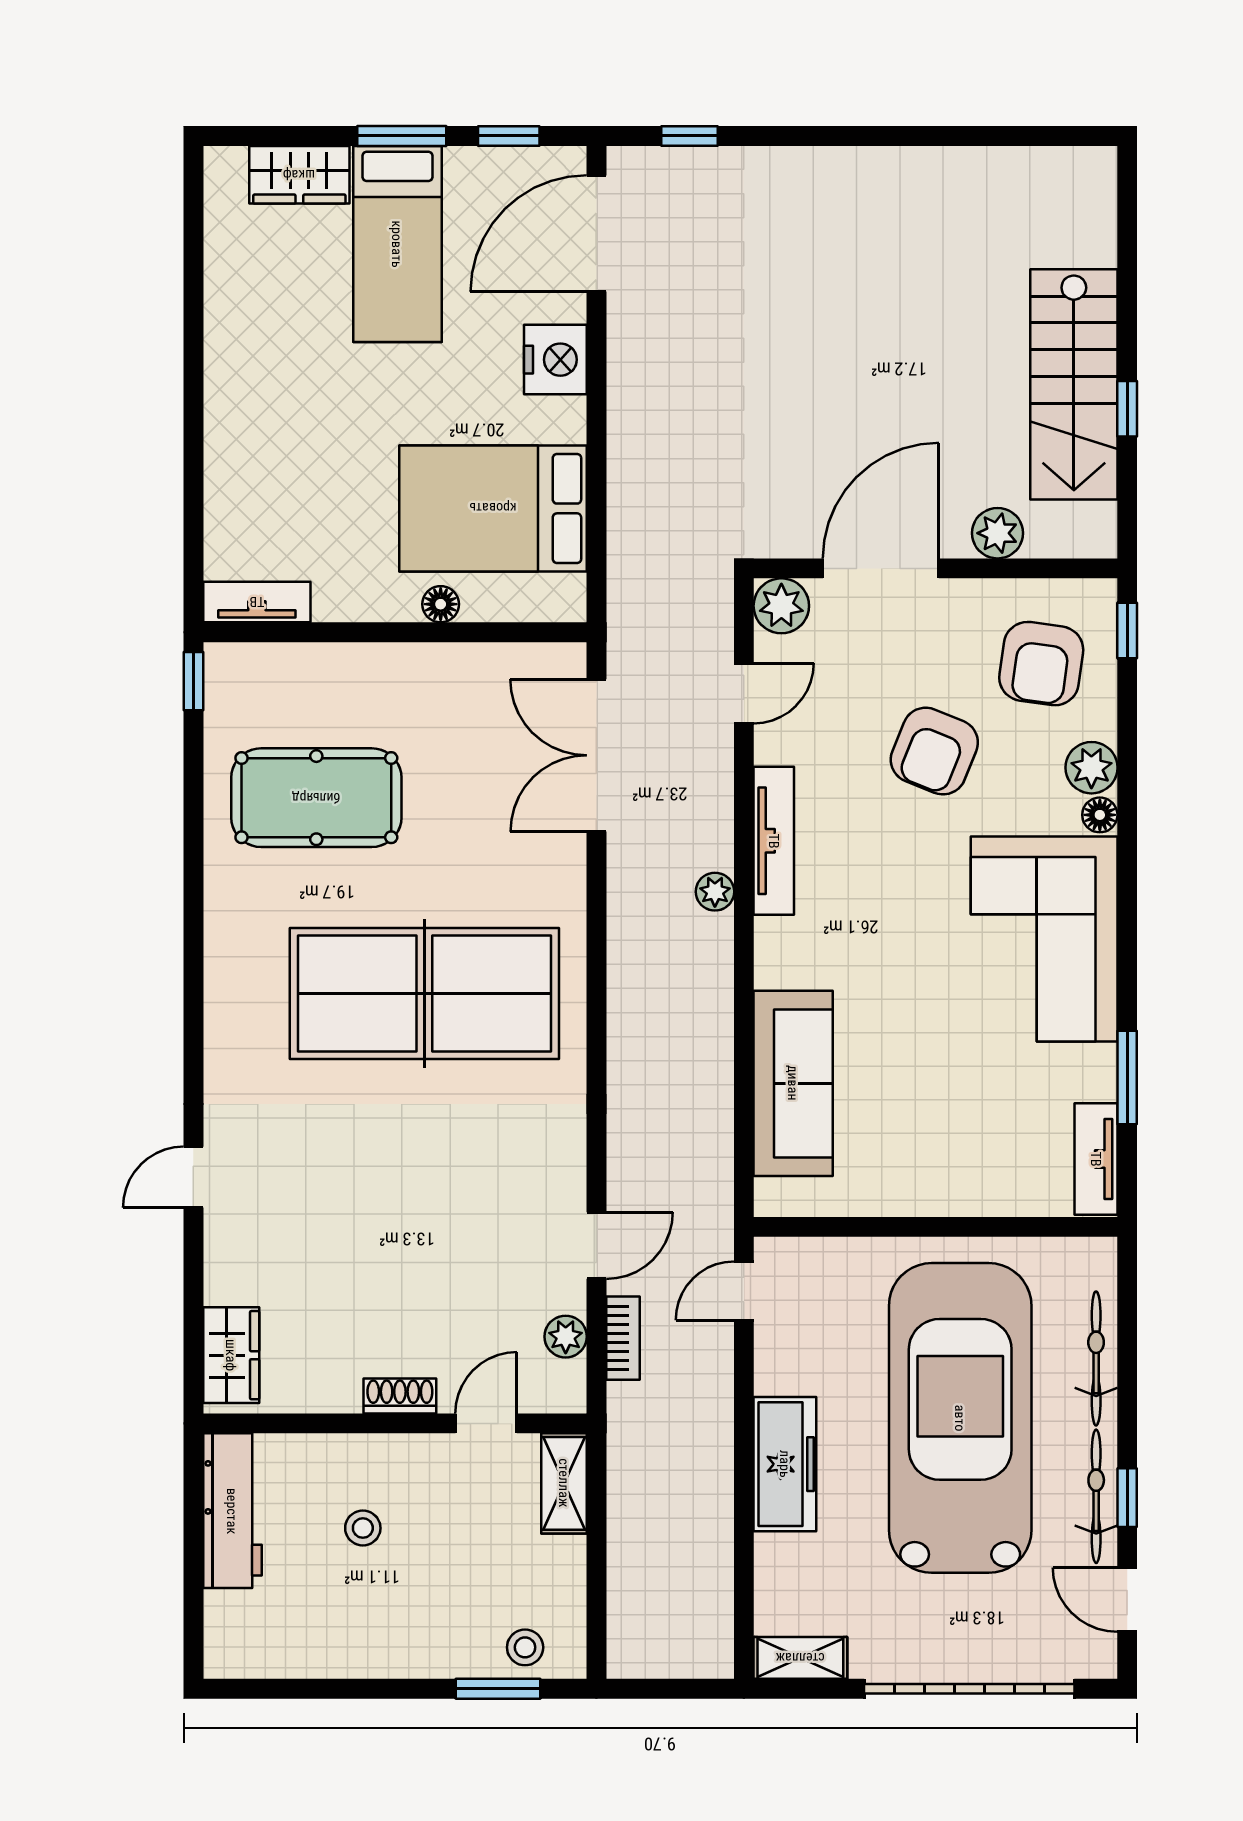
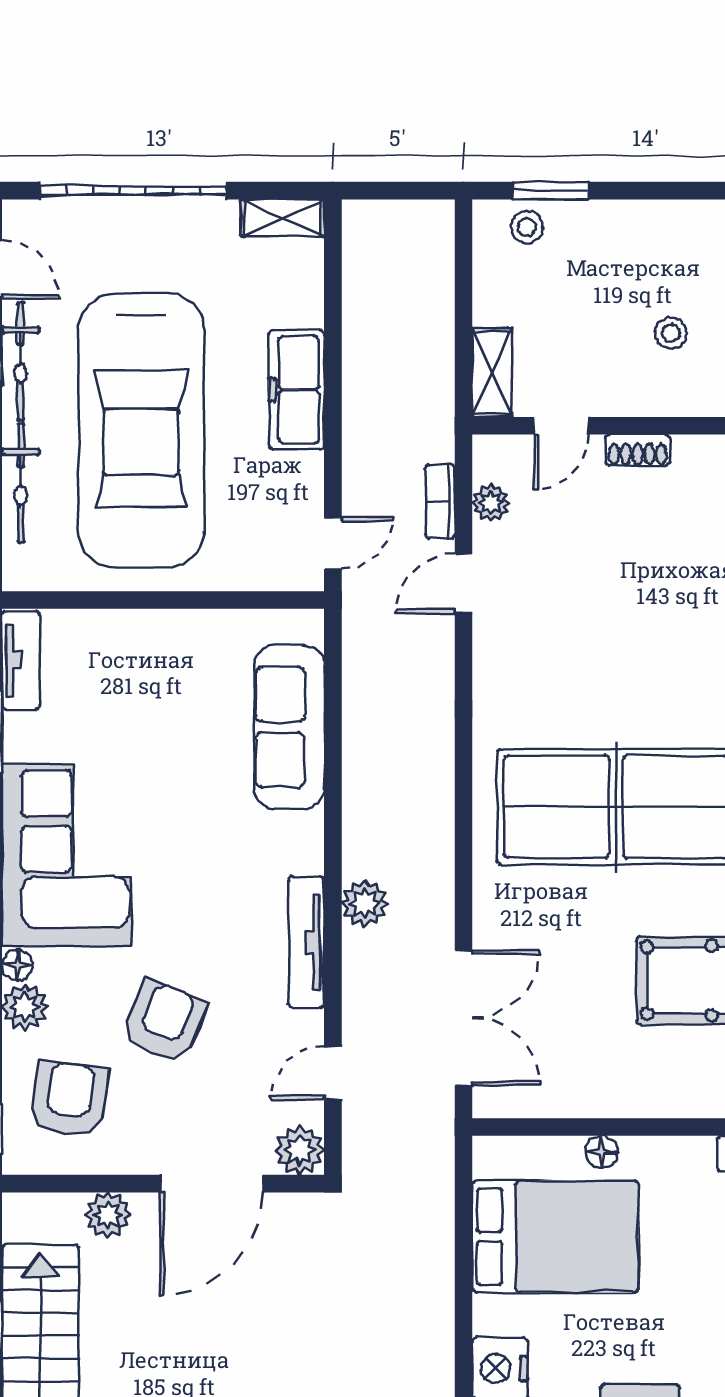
plant: (715, 892) -> (365, 903), width x1.38, depth x1.38

